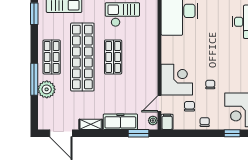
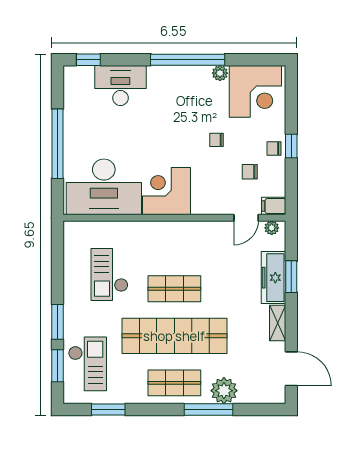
corner desk: (177, 80) -> (167, 191), moved
door: (159, 104) -> (246, 218), hinge flipped
door: (61, 133) -> (291, 369), hinge flipped
window: (138, 133) -> (291, 277), moved
window: (232, 133) -> (291, 146), moved

